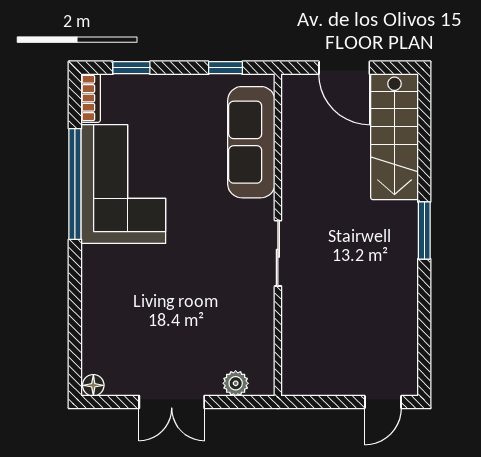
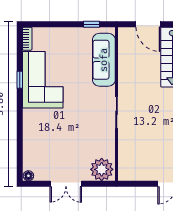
window: (131, 68) -> (47, 24), removed
window: (75, 184) -> (20, 80), width x0.32
plant: (236, 383) -> (102, 169), width x1.87, depth x1.87

